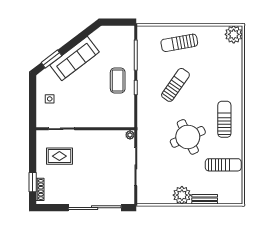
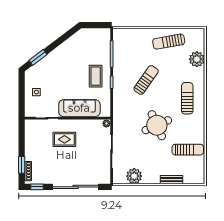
plant: (234, 34) -> (197, 59), moved
sun lounger: (179, 43) -> (169, 42), moved
sofa: (75, 58) -> (79, 108), moved, turned -143
sun lounger: (224, 119) -> (187, 98), moved
rug: (59, 156) -> (64, 139), moved
plant: (182, 195) -> (134, 176), moved
window: (50, 208) -> (37, 187), added

